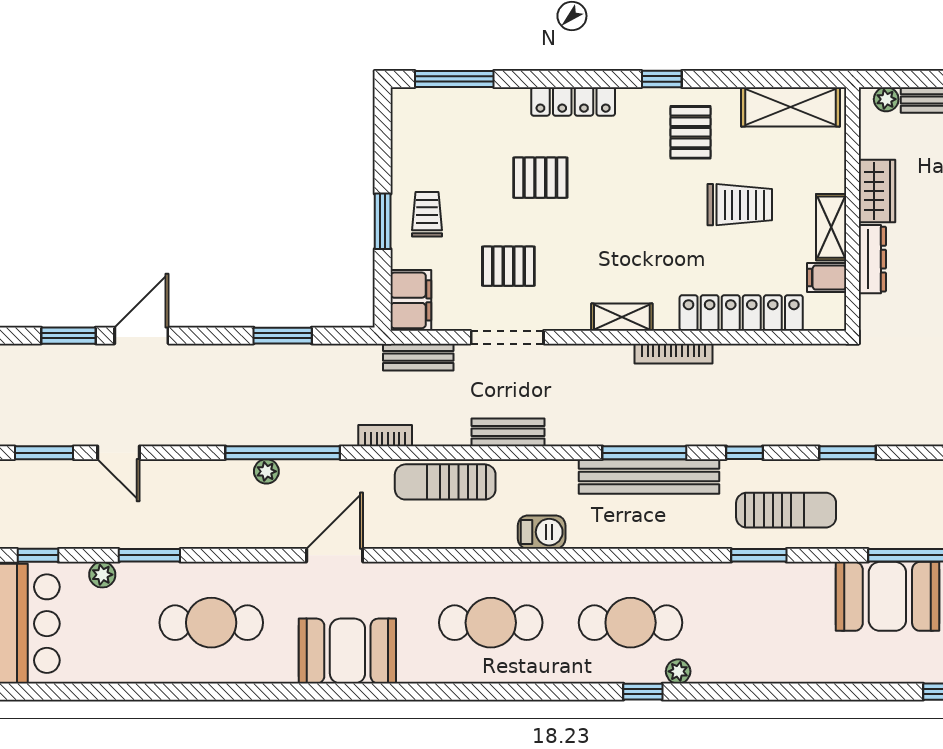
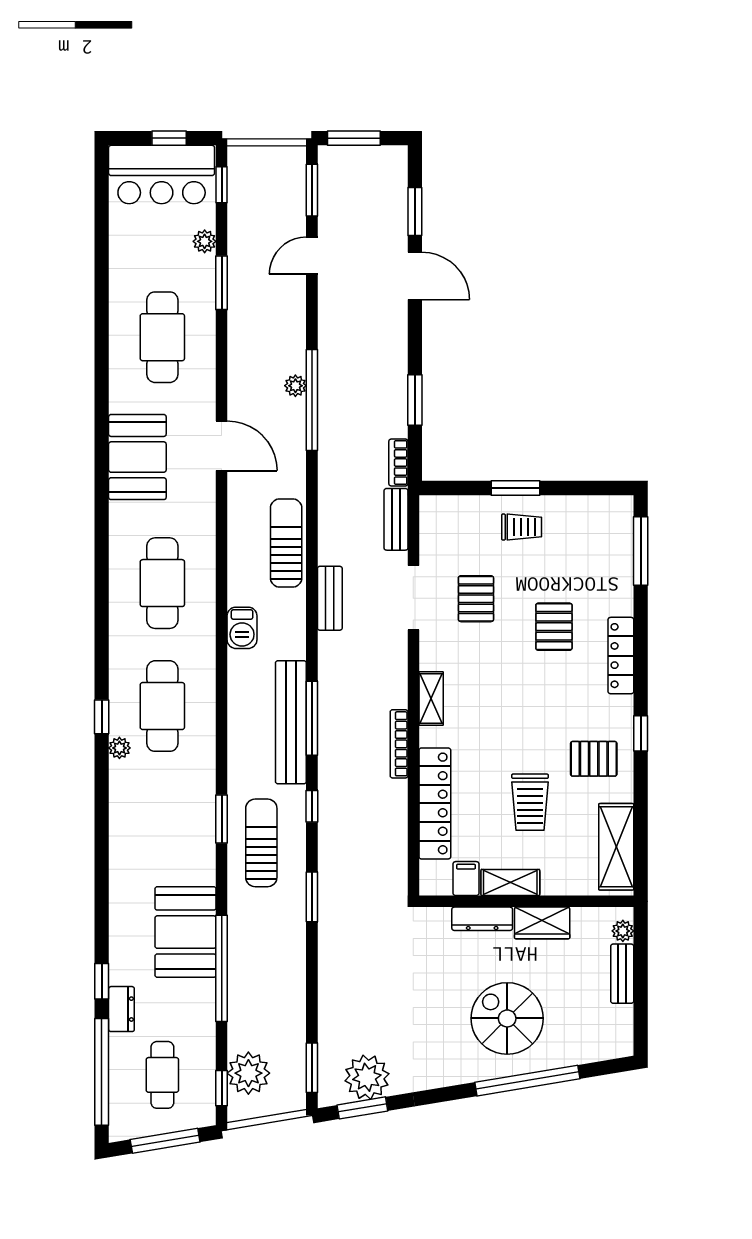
filing cabinet: (411, 300) -> (446, 513), removed
bookcase: (385, 436) -> (398, 463), moved, turned 180
sun lounger: (786, 510) -> (261, 843), turned 180

